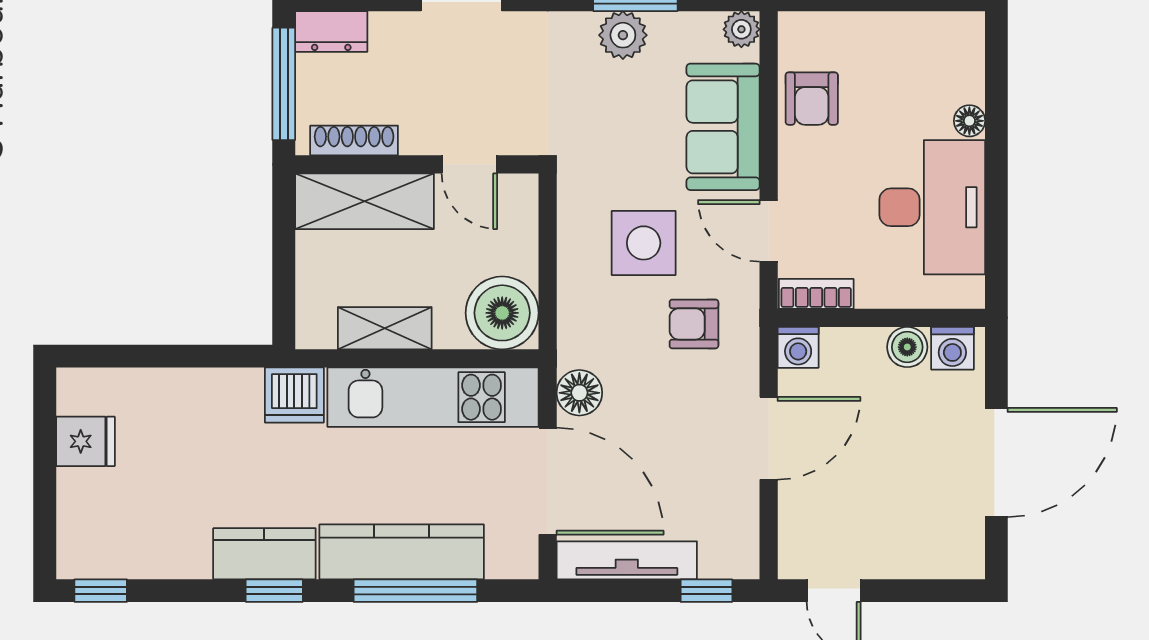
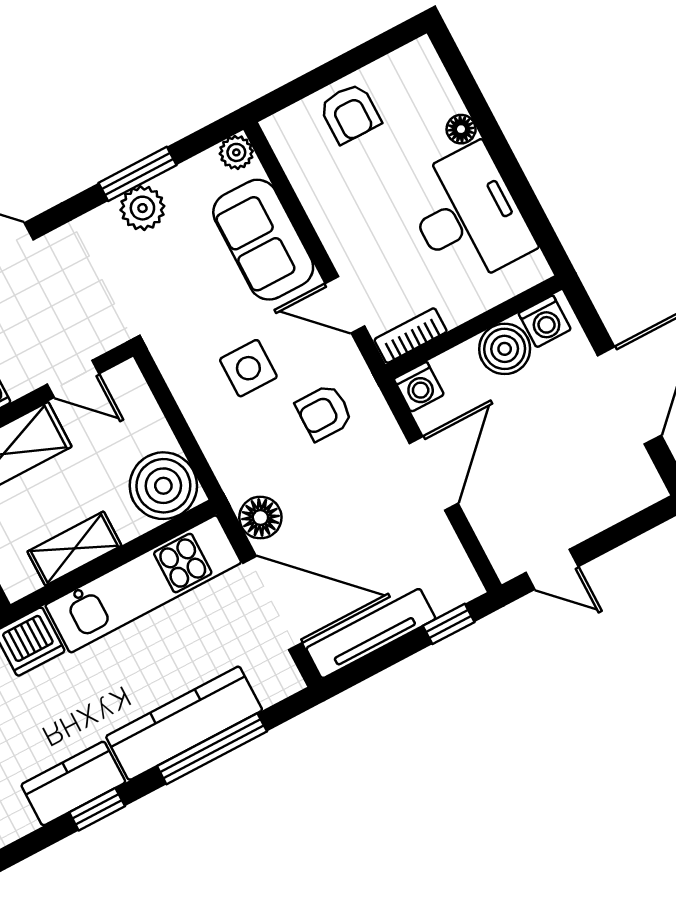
armchair: (812, 99) -> (350, 113), moved
side table: (644, 243) -> (248, 368), width x0.73, depth x0.73
boiler: (907, 347) -> (505, 349), width x1.36, depth x1.36

